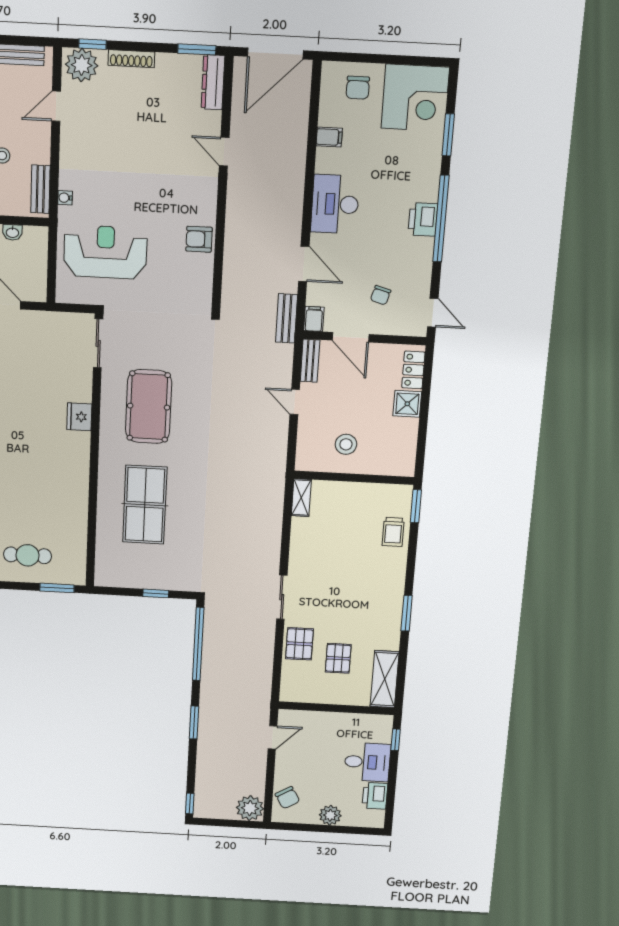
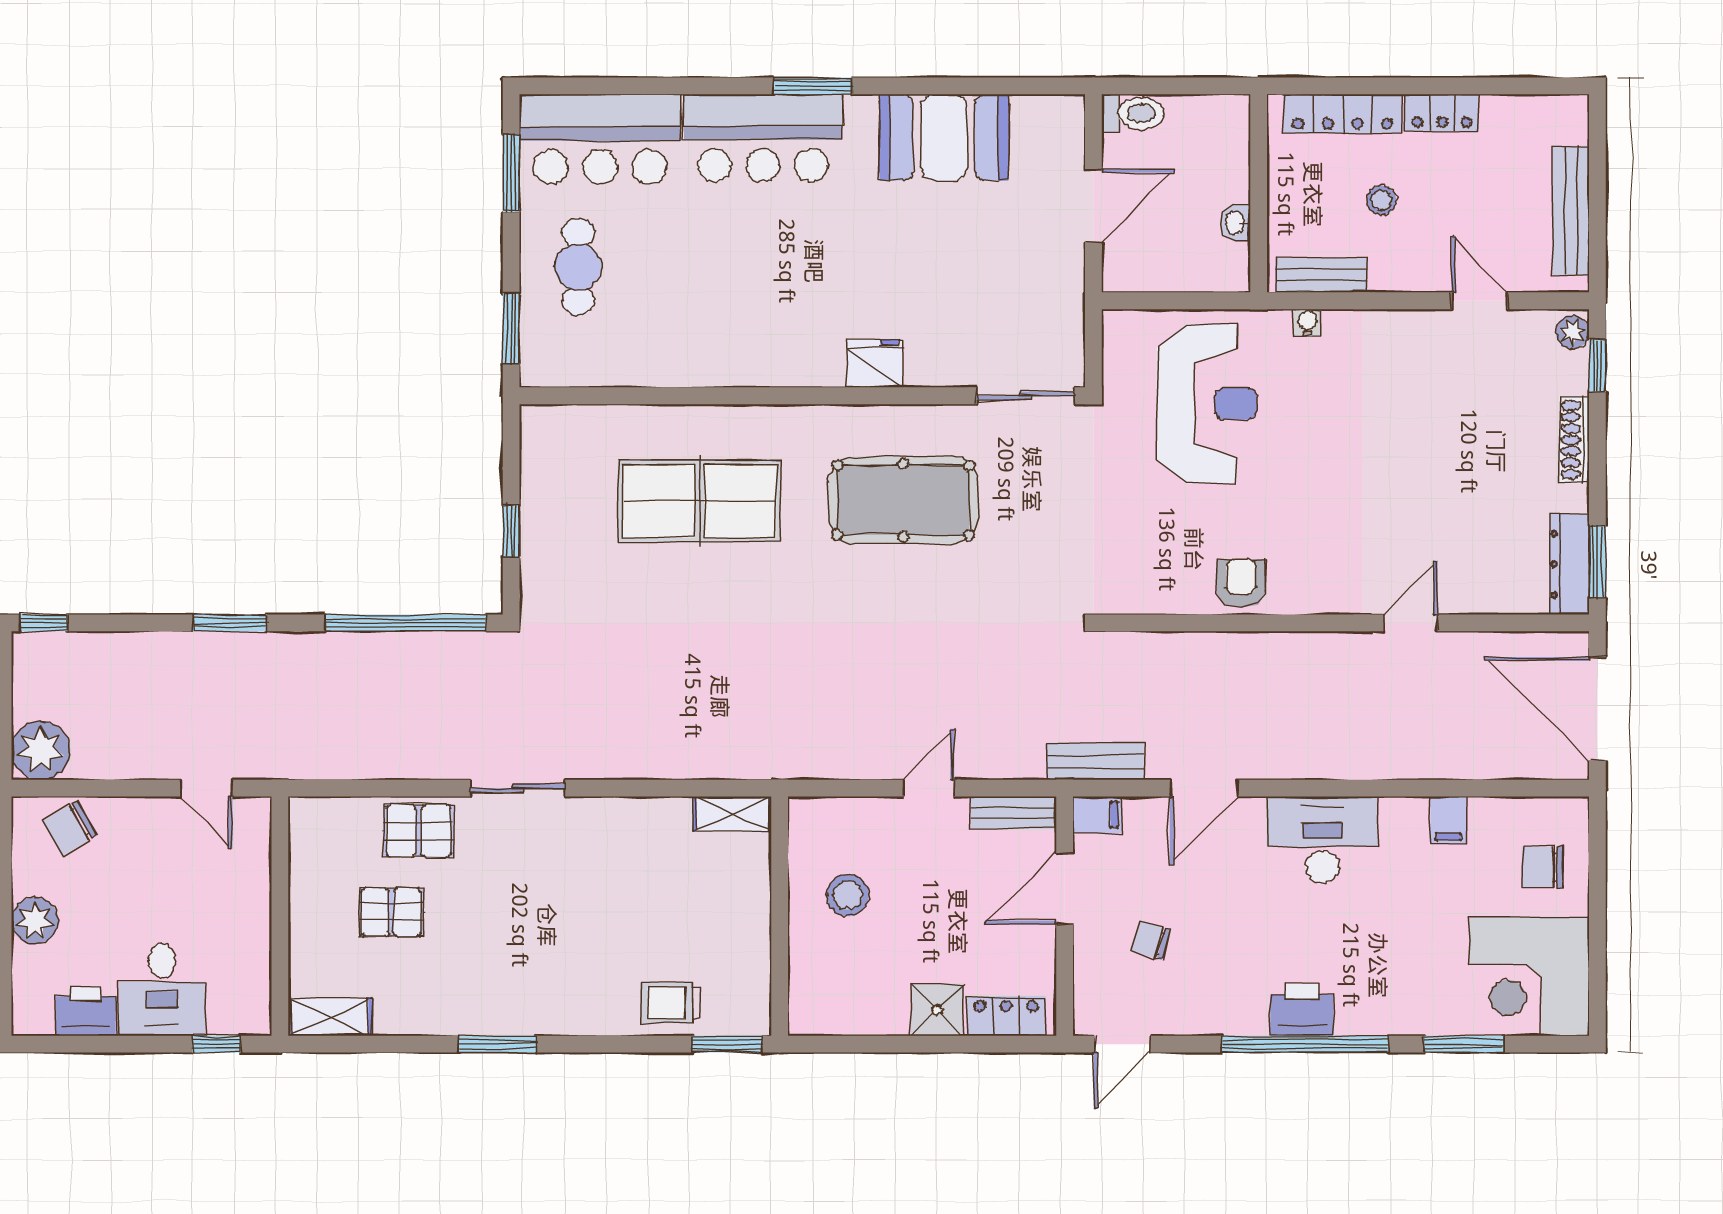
plant: (82, 65) -> (1572, 332), width x0.53, depth x0.53
dresser: (213, 82) -> (1569, 564), moved, turned -90
shelving: (385, 679) -> (330, 1017), width x0.67, depth x0.75

